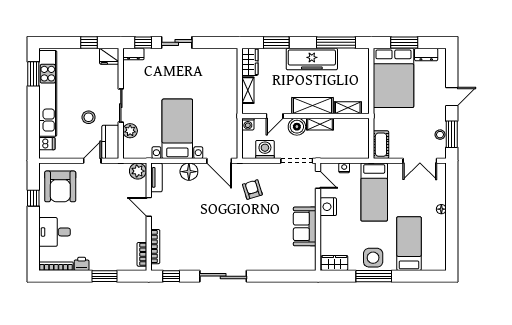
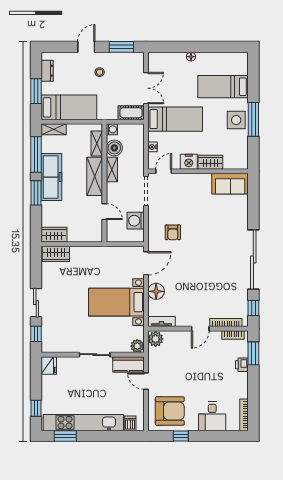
window: (89, 42) -> (36, 408), moved
window: (276, 42) -> (36, 193), moved
dresser: (133, 54) -> (47, 343), removed
wardrobe: (229, 64) -> (56, 254), added
bed: (393, 78) -> (69, 107), width x0.67
shelving: (248, 90) -> (54, 129), moved
door: (452, 97) -> (86, 47), hinge flipped
stool: (89, 117) -> (106, 385), removed
washing machine: (248, 124) -> (112, 129), moved
boiler: (297, 127) -> (114, 148), moved
plant: (130, 131) -> (137, 346), moved
stool: (440, 135) -> (100, 72), moved
double door: (420, 161) -> (146, 88), moved
armchair: (252, 190) -> (173, 232), turned -73
door: (149, 207) -> (200, 329), moved
sofa: (305, 226) -> (230, 184), moved
wardrobe: (335, 263) -> (210, 162), moved, turned 90
printer: (82, 264) -> (242, 365), moved
window: (105, 276) -> (253, 353), moved
sliding door: (223, 276) -> (253, 259), width x1.36

